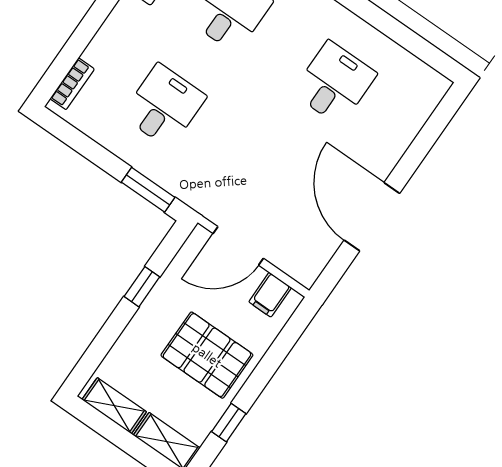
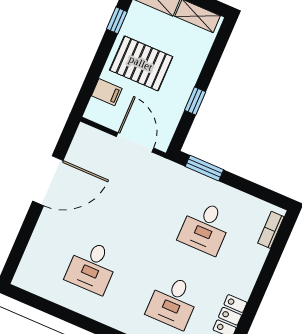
door: (372, 217) -> (48, 181), hinge flipped
door: (238, 246) -> (135, 142), hinge flipped
filing cabinet: (270, 295) -> (107, 92), moved, turned 90

